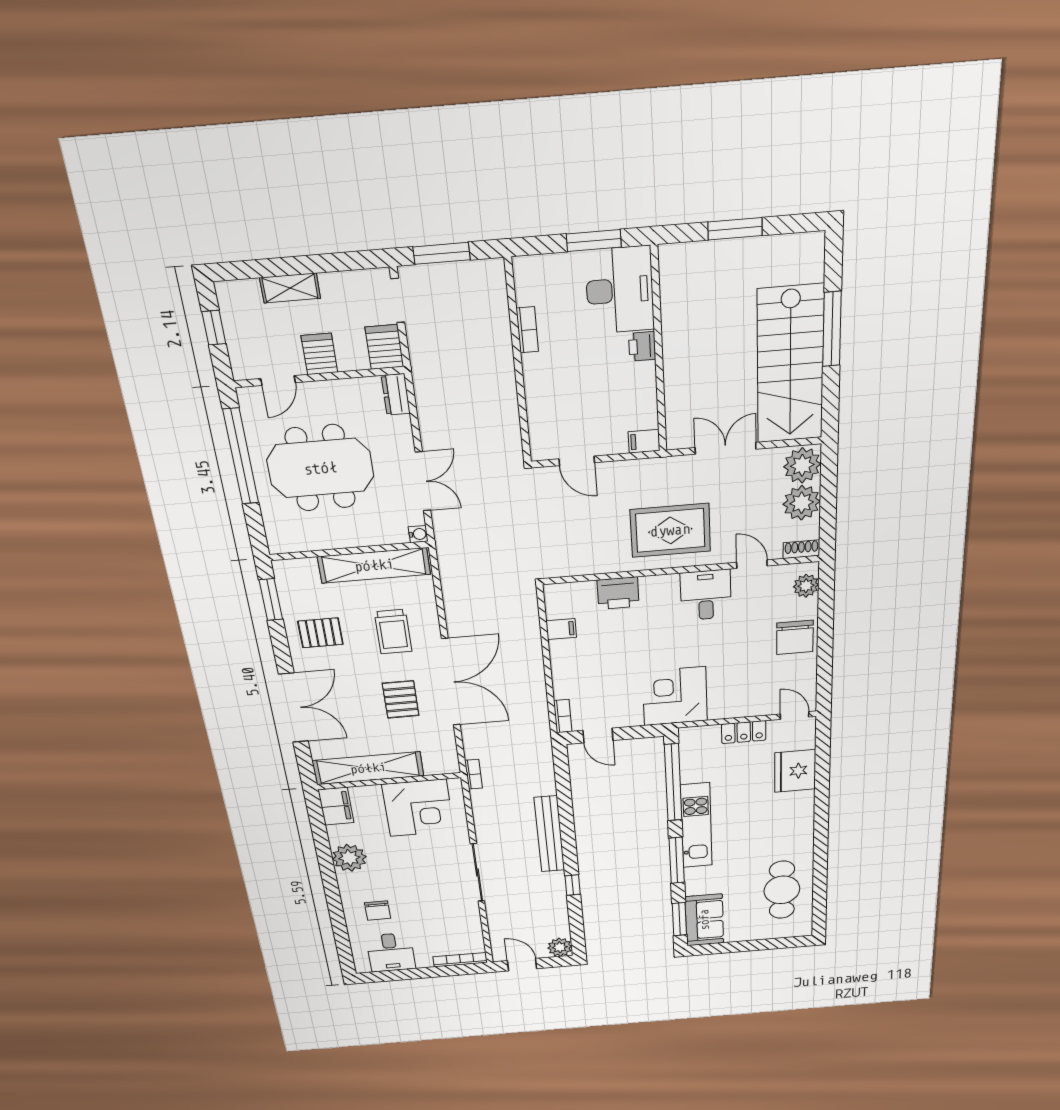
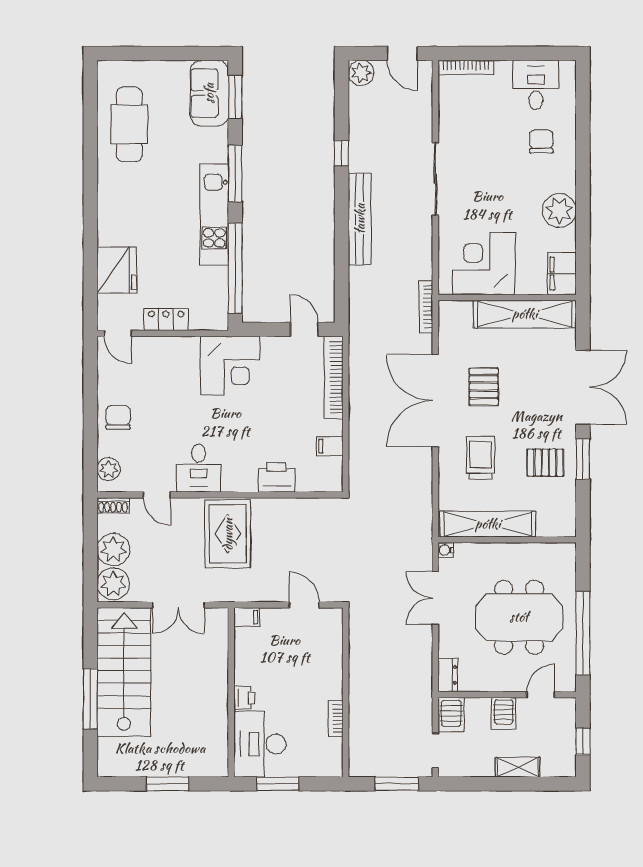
rug: (670, 530) -> (228, 534), turned 90
window: (271, 600) -> (583, 459), moved
chair: (795, 637) -> (118, 417), width x0.73, depth x0.73
double door: (293, 708) -> (583, 387), swing flipped
bookcase: (563, 716) -> (333, 378), width x2.31, depth x1.31
bookcase: (474, 774) -> (426, 307), width x1.56

